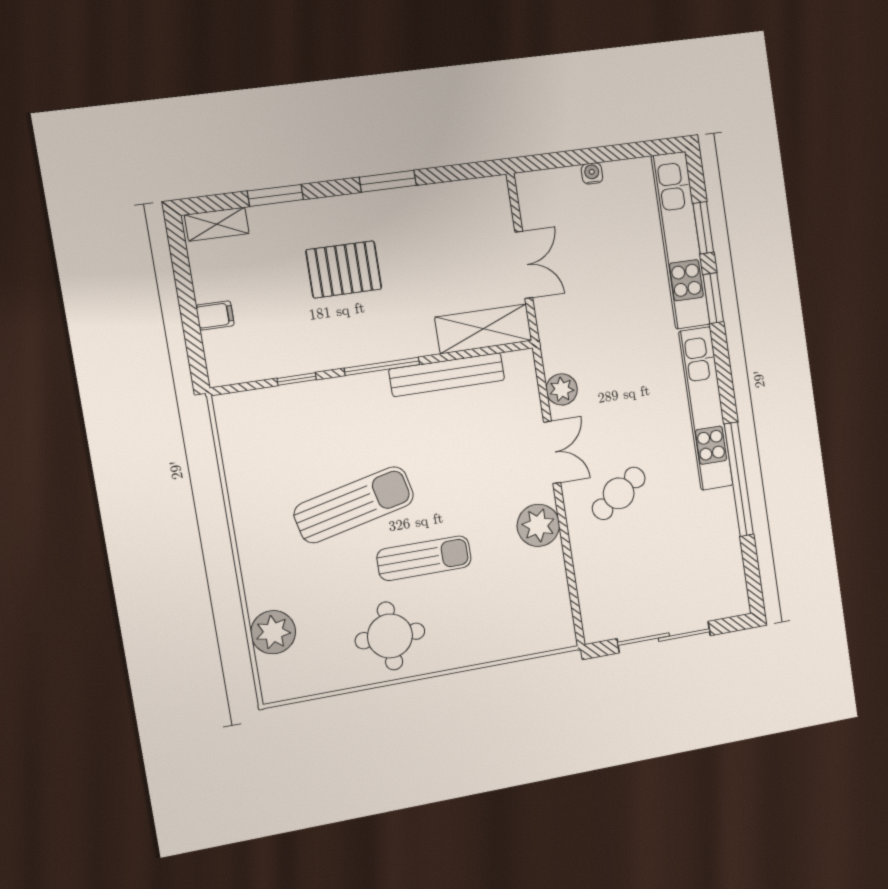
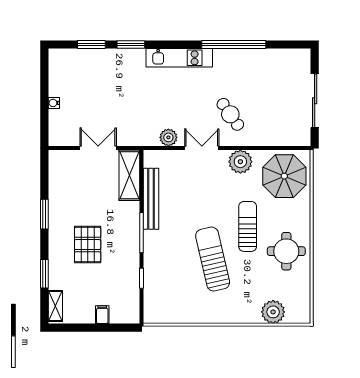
kitchen unit: (681, 240) -> (97, 58), removed
kitchen unit: (706, 409) -> (179, 58), width x0.73
parasol: (525, 608) -> (284, 176), added

